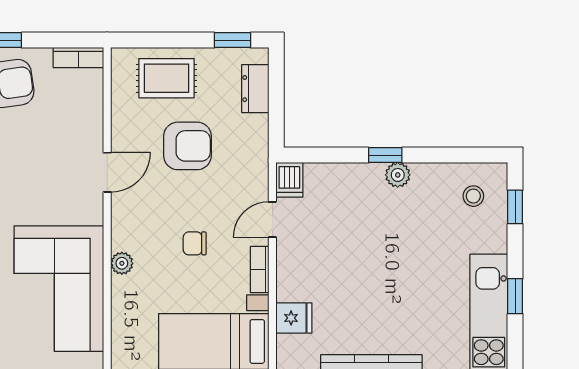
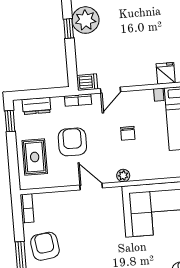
plant: (398, 175) -> (86, 20), width x1.87, depth x1.87
door: (272, 219) -> (110, 90), hinge flipped
plant: (122, 263) -> (123, 176), moved
bookcase: (260, 270) -> (78, 100), moved

